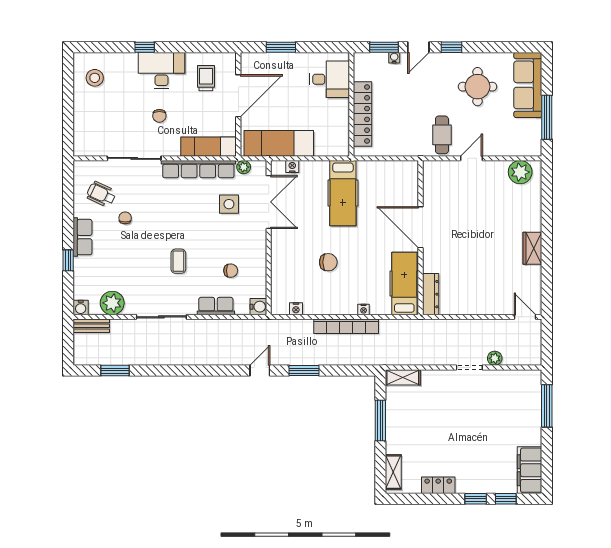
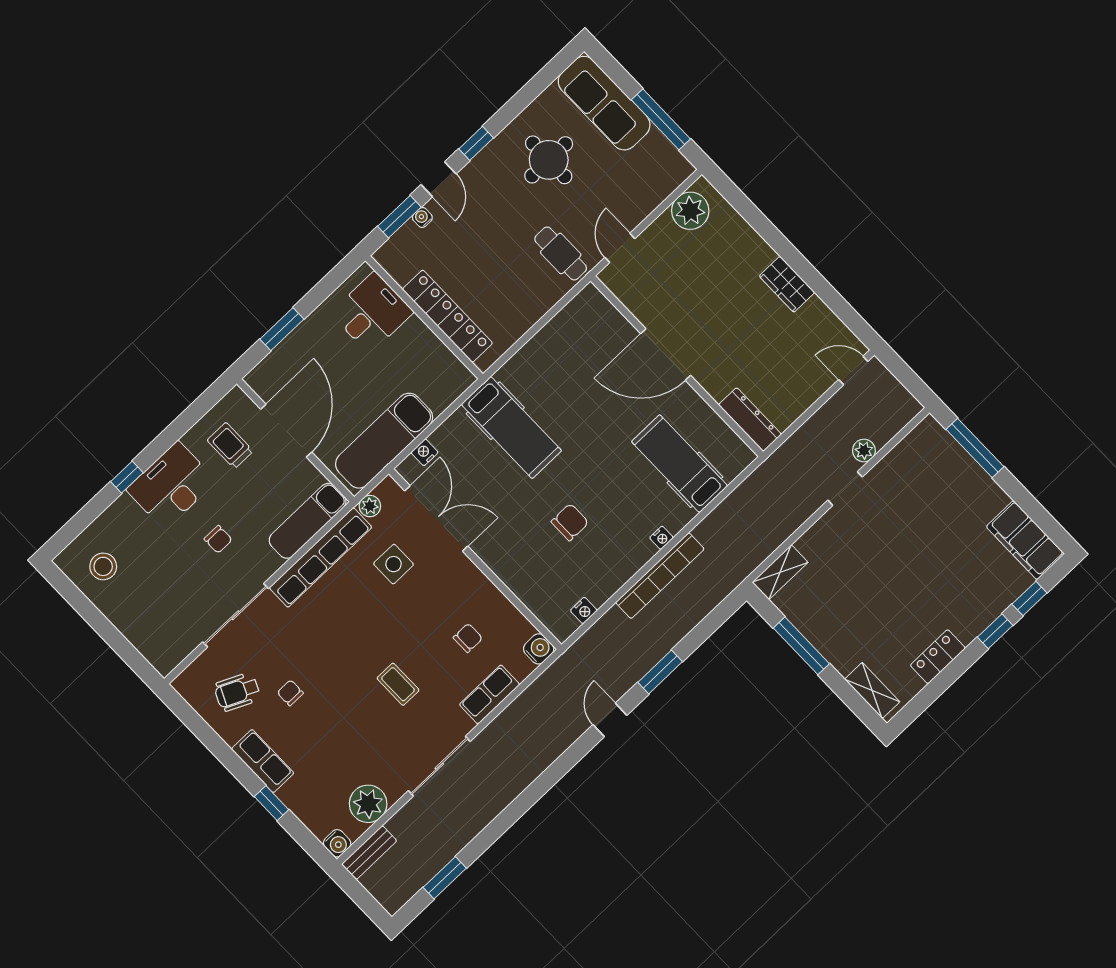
door: (420, 227) -> (666, 354), moved
wall: (420, 238) -> (677, 366), moved
dresser: (431, 294) -> (750, 420), moved

